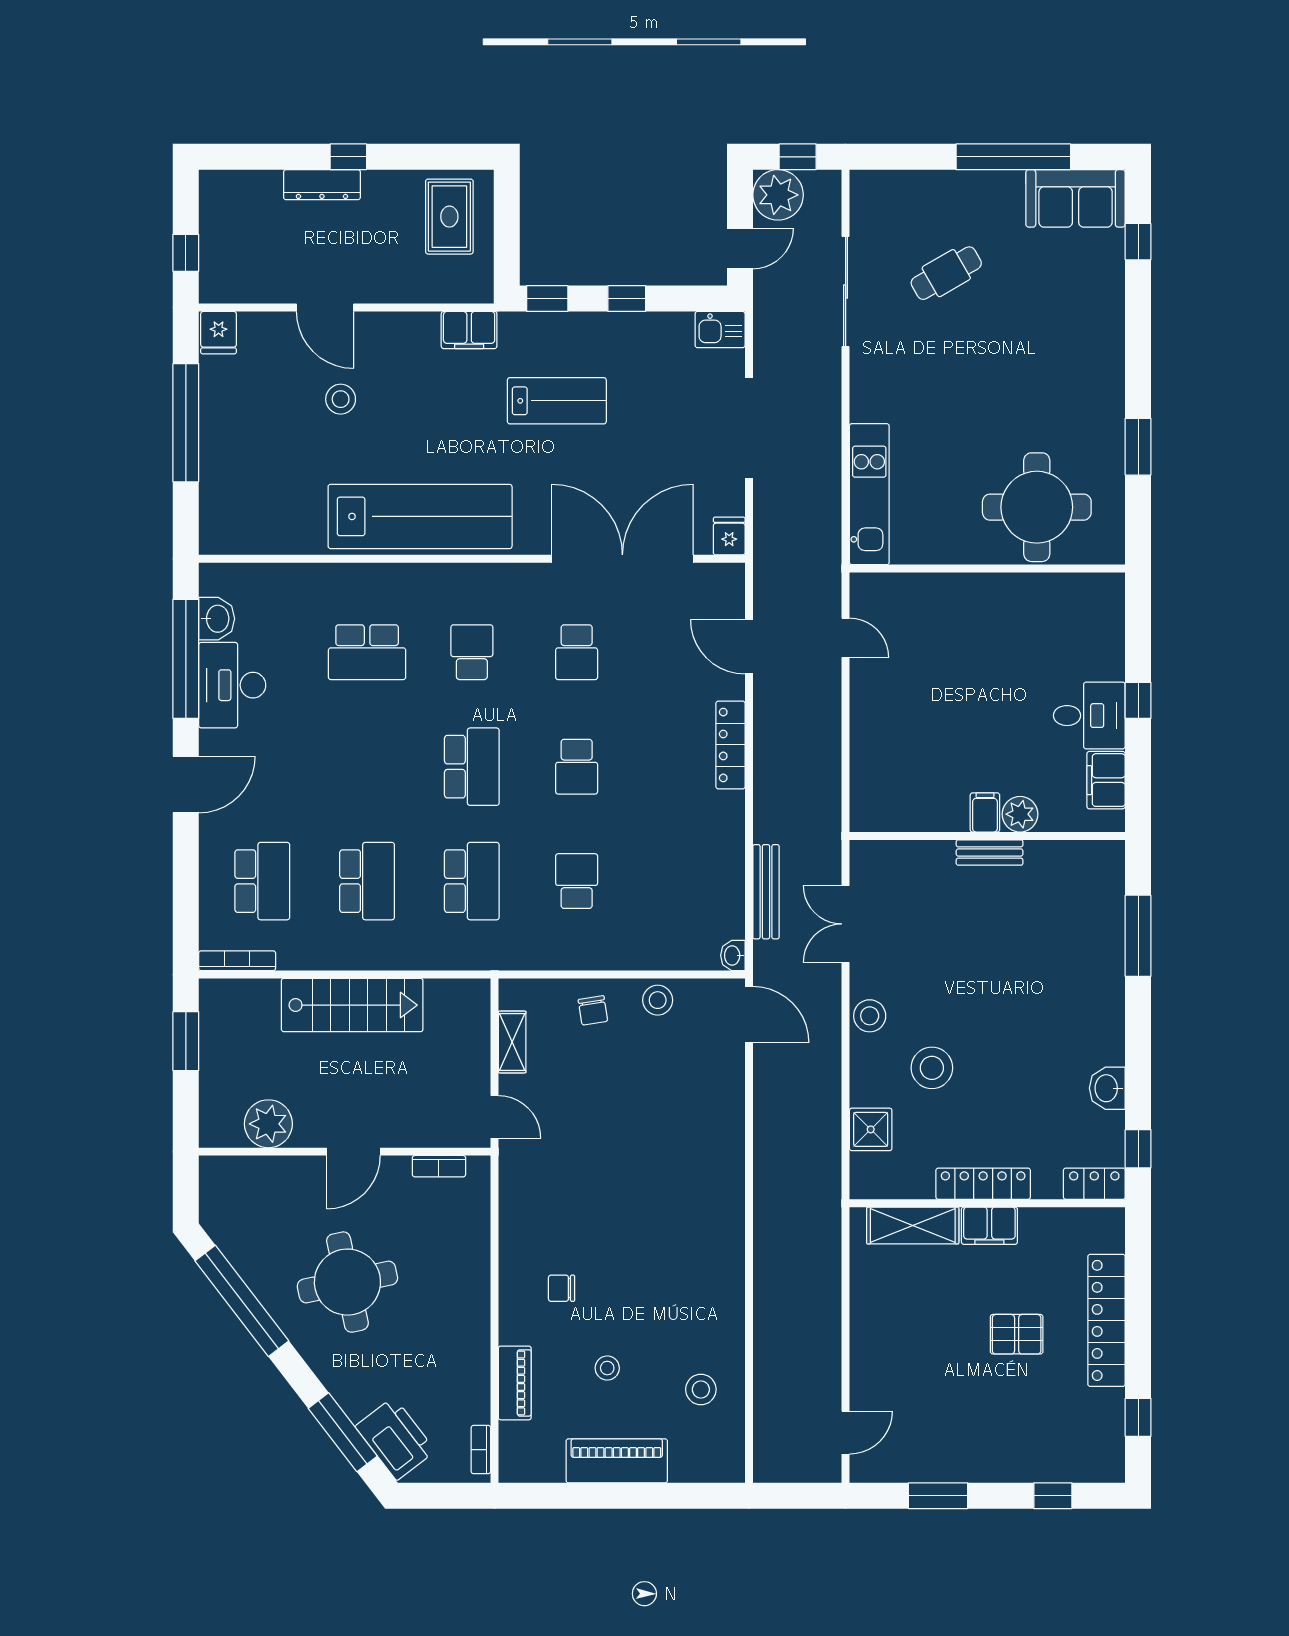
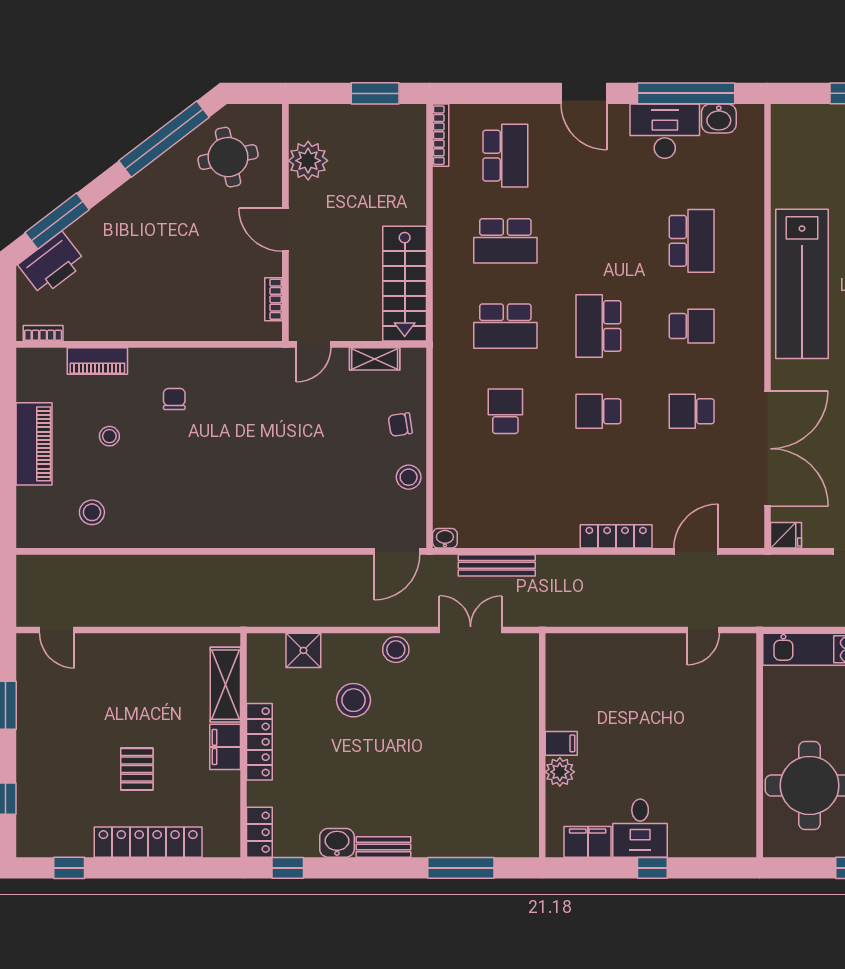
school desk: (367, 652) -> (692, 241), turned 180
school desk: (472, 767) -> (598, 326), turned 90
bench: (990, 853) -> (383, 847), moved, turned 90
school desk: (262, 881) -> (505, 156), turned -90
school desk: (577, 881) -> (505, 411), turned -90
stairs: (352, 1005) -> (405, 284), moved
round table: (347, 1282) -> (228, 157), moved, width x0.73, depth x0.73

